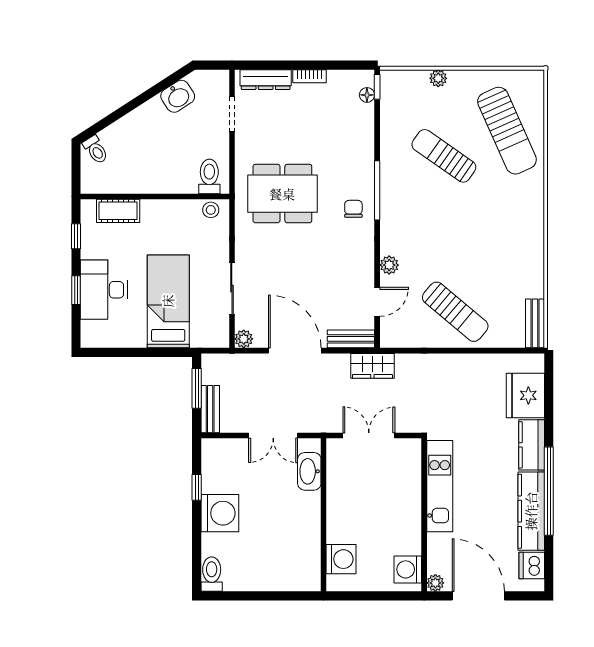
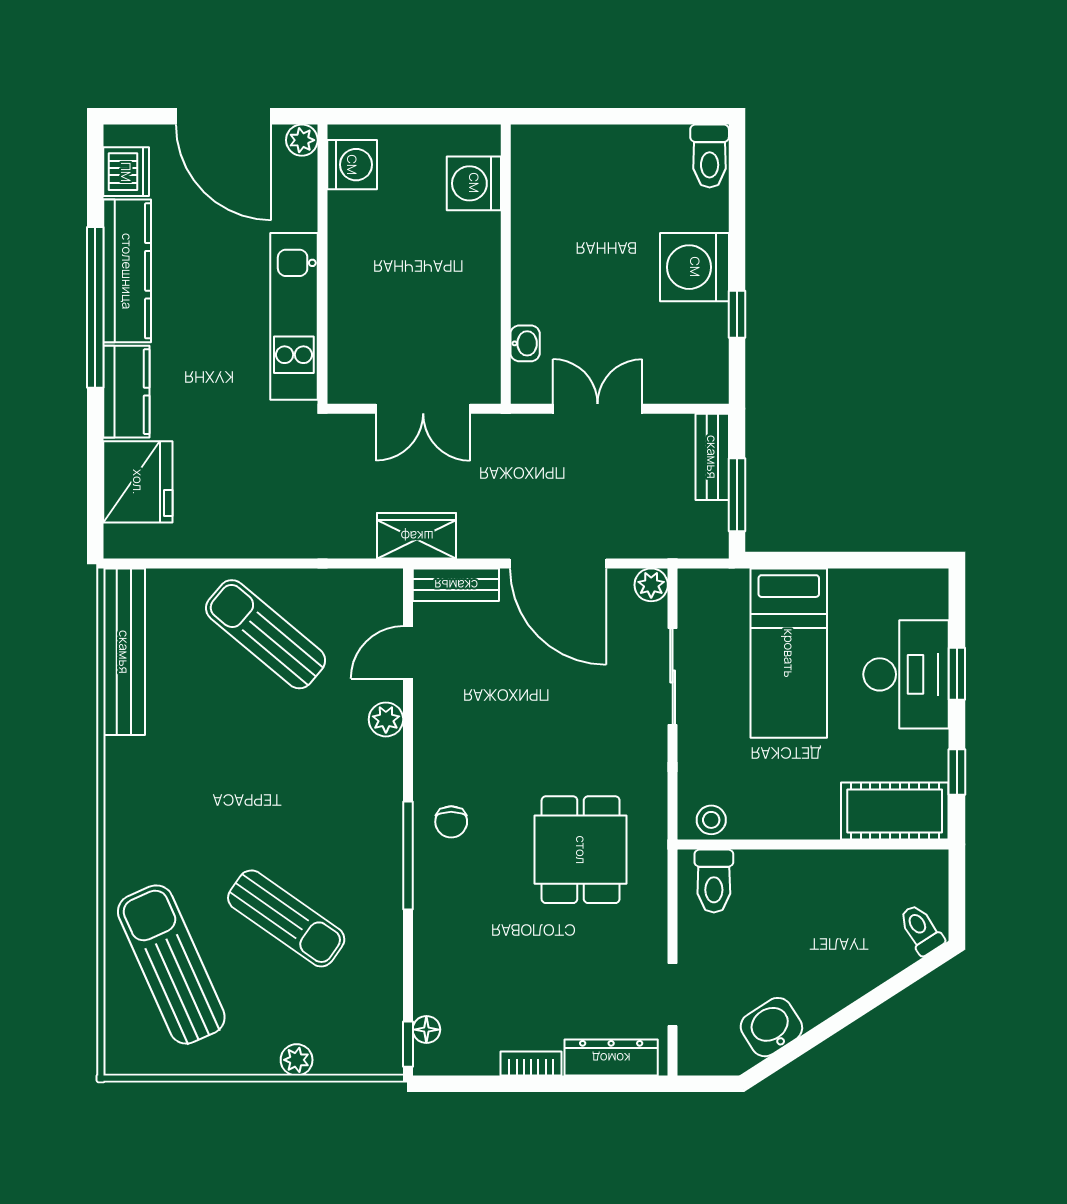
dining table: (282, 194) -> (581, 850), width x0.73
cot: (118, 211) -> (895, 811), width x1.37, depth x1.34
bench: (535, 323) -> (124, 652), width x1.86, depth x1.21
washbasin: (309, 471) -> (525, 343), width x0.52, depth x0.69

